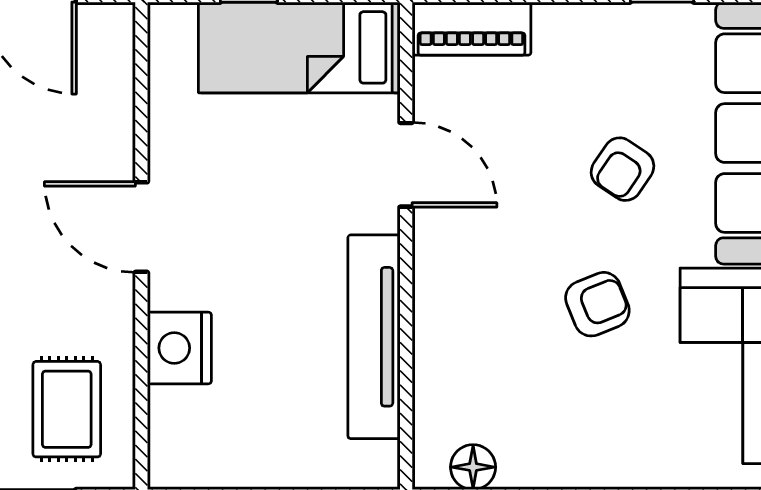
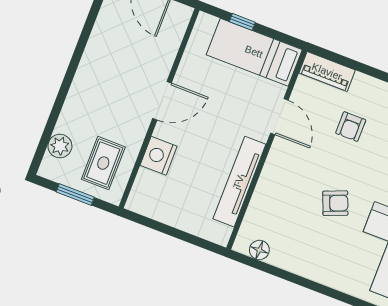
armchair: (622, 169) -> (351, 127), moved, turned -34
door: (141, 227) -> (162, 101), swing flipped

